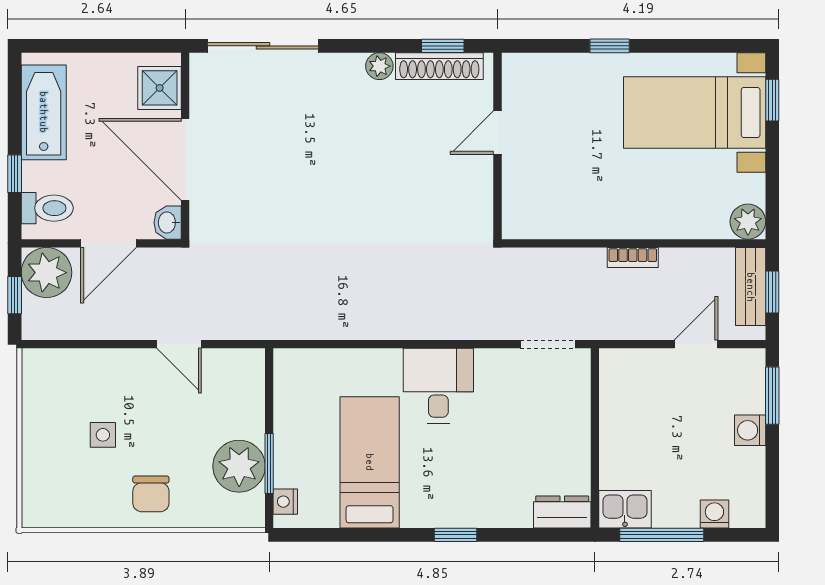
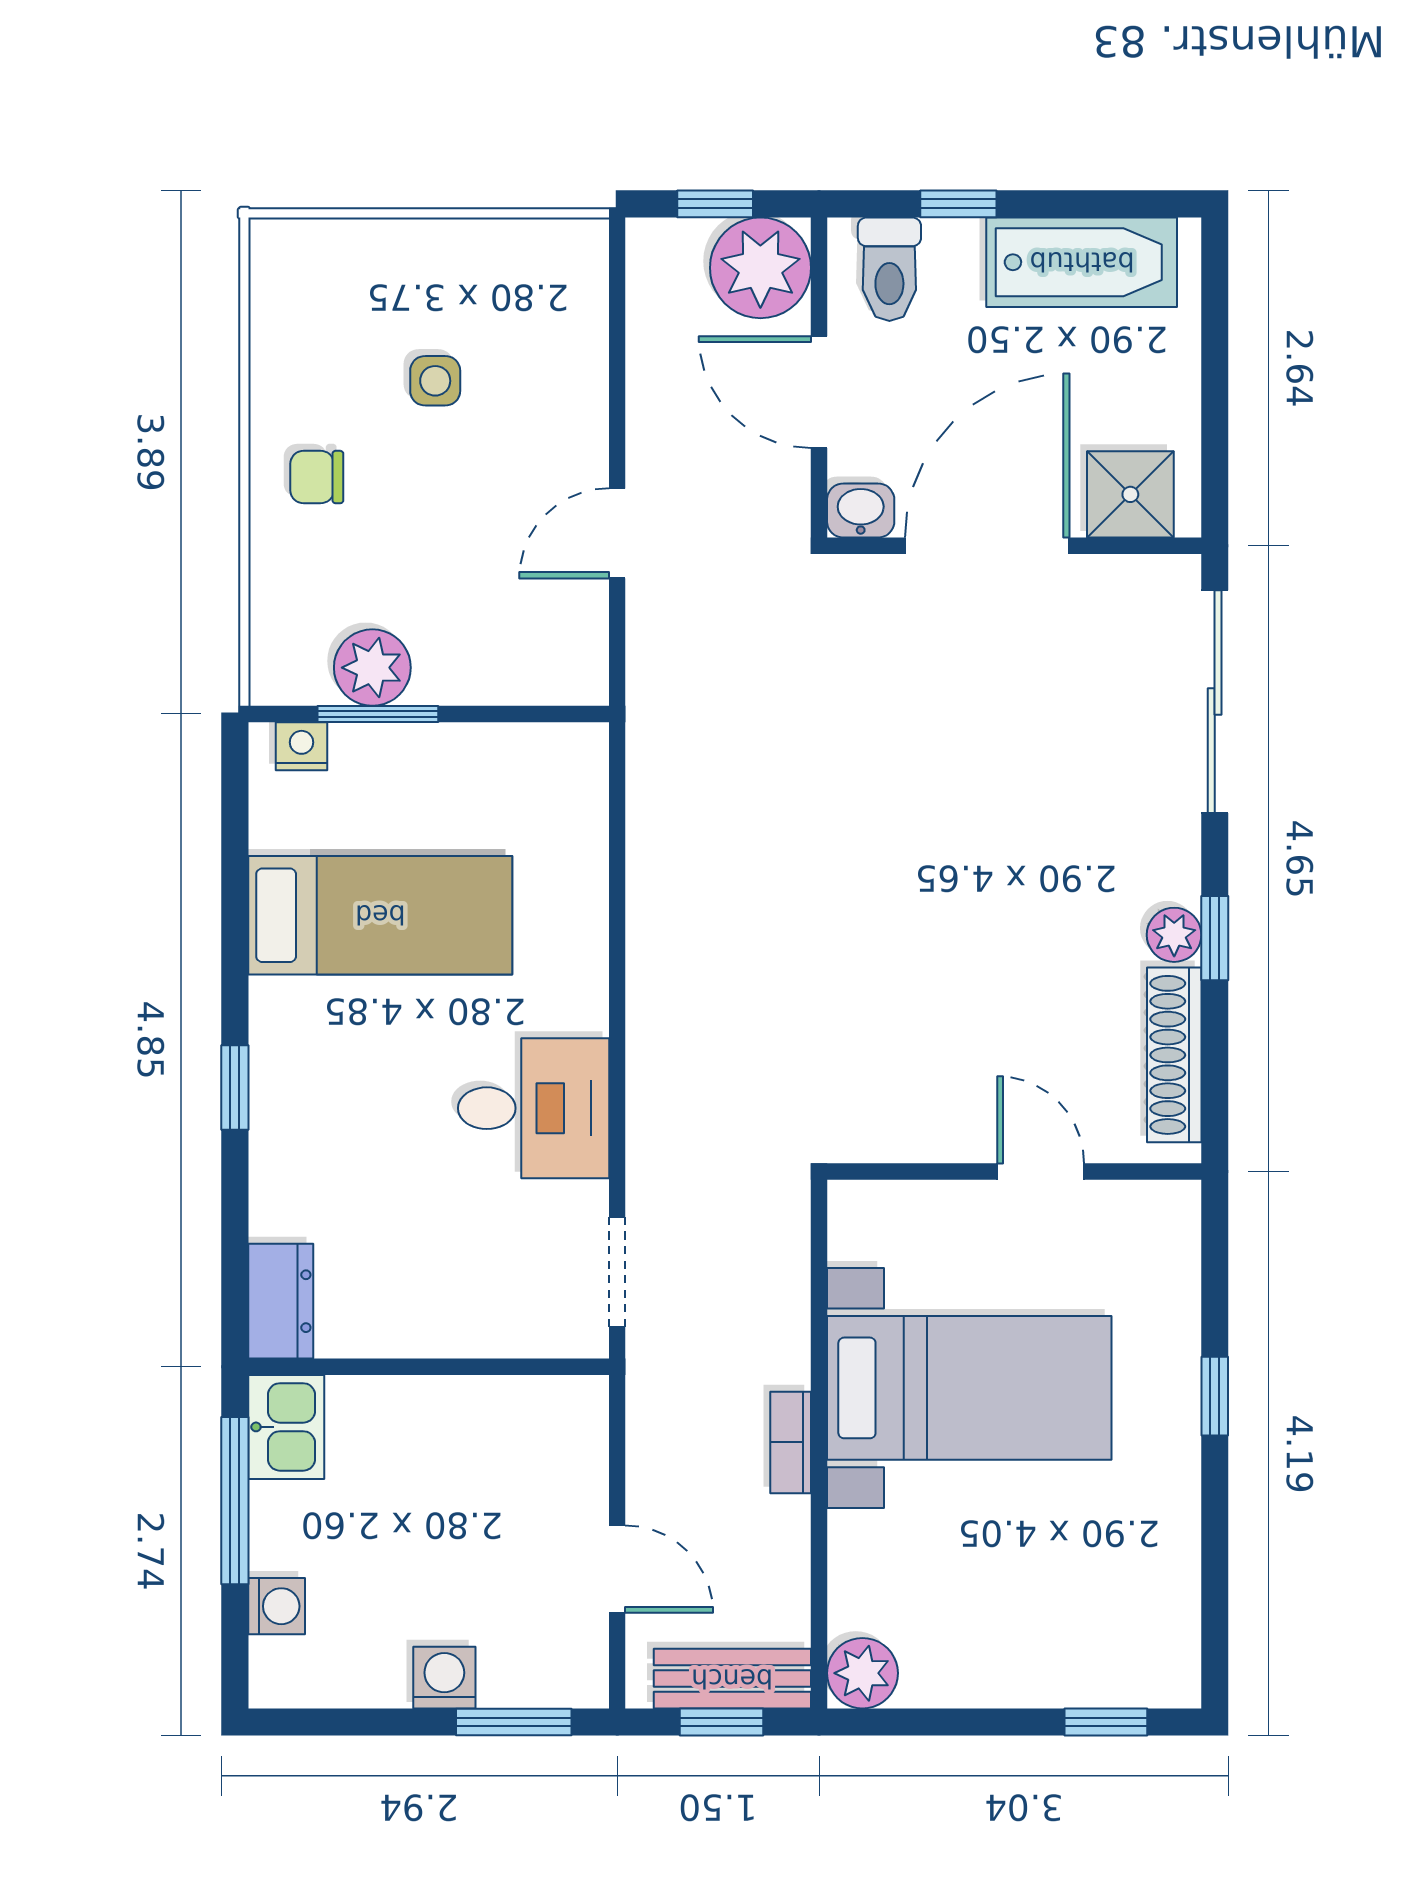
window: (443, 46) -> (1215, 938), moved
bed with nightstands: (695, 112) -> (969, 1388), moved, turned 90
desk: (438, 386) -> (534, 1108), moved
plant: (239, 466) -> (372, 668), width x0.73, depth x0.73
chair: (151, 494) -> (317, 477), width x0.73, depth x0.73

